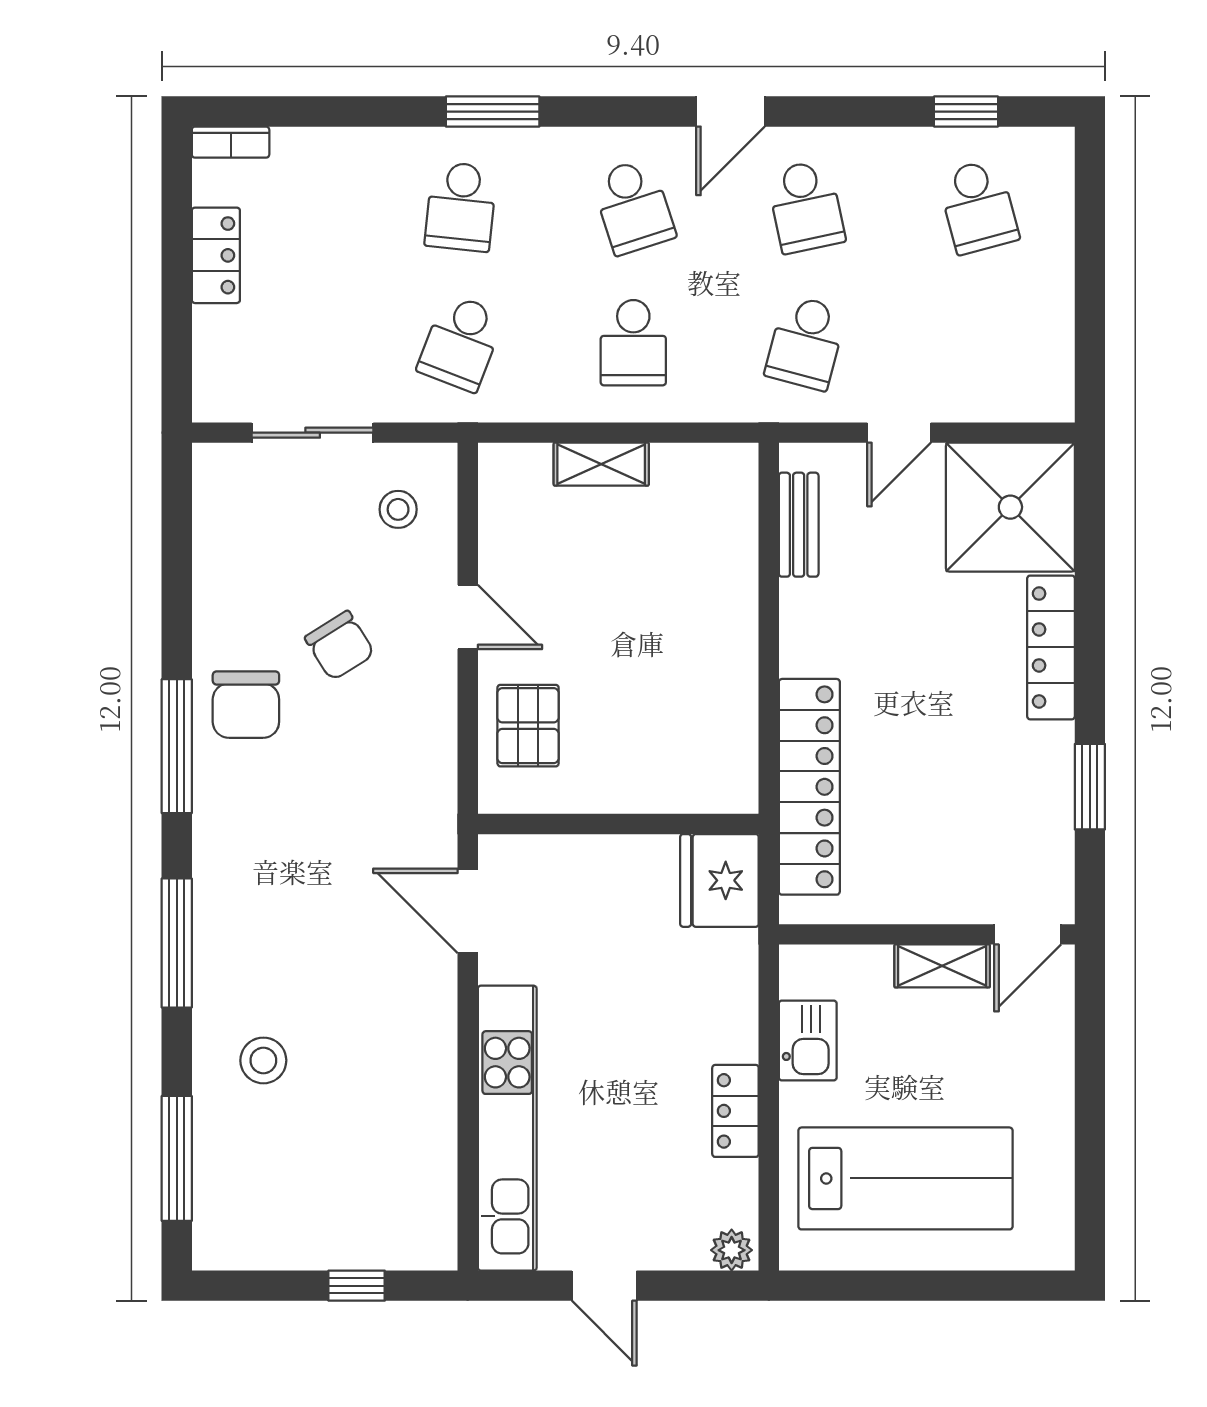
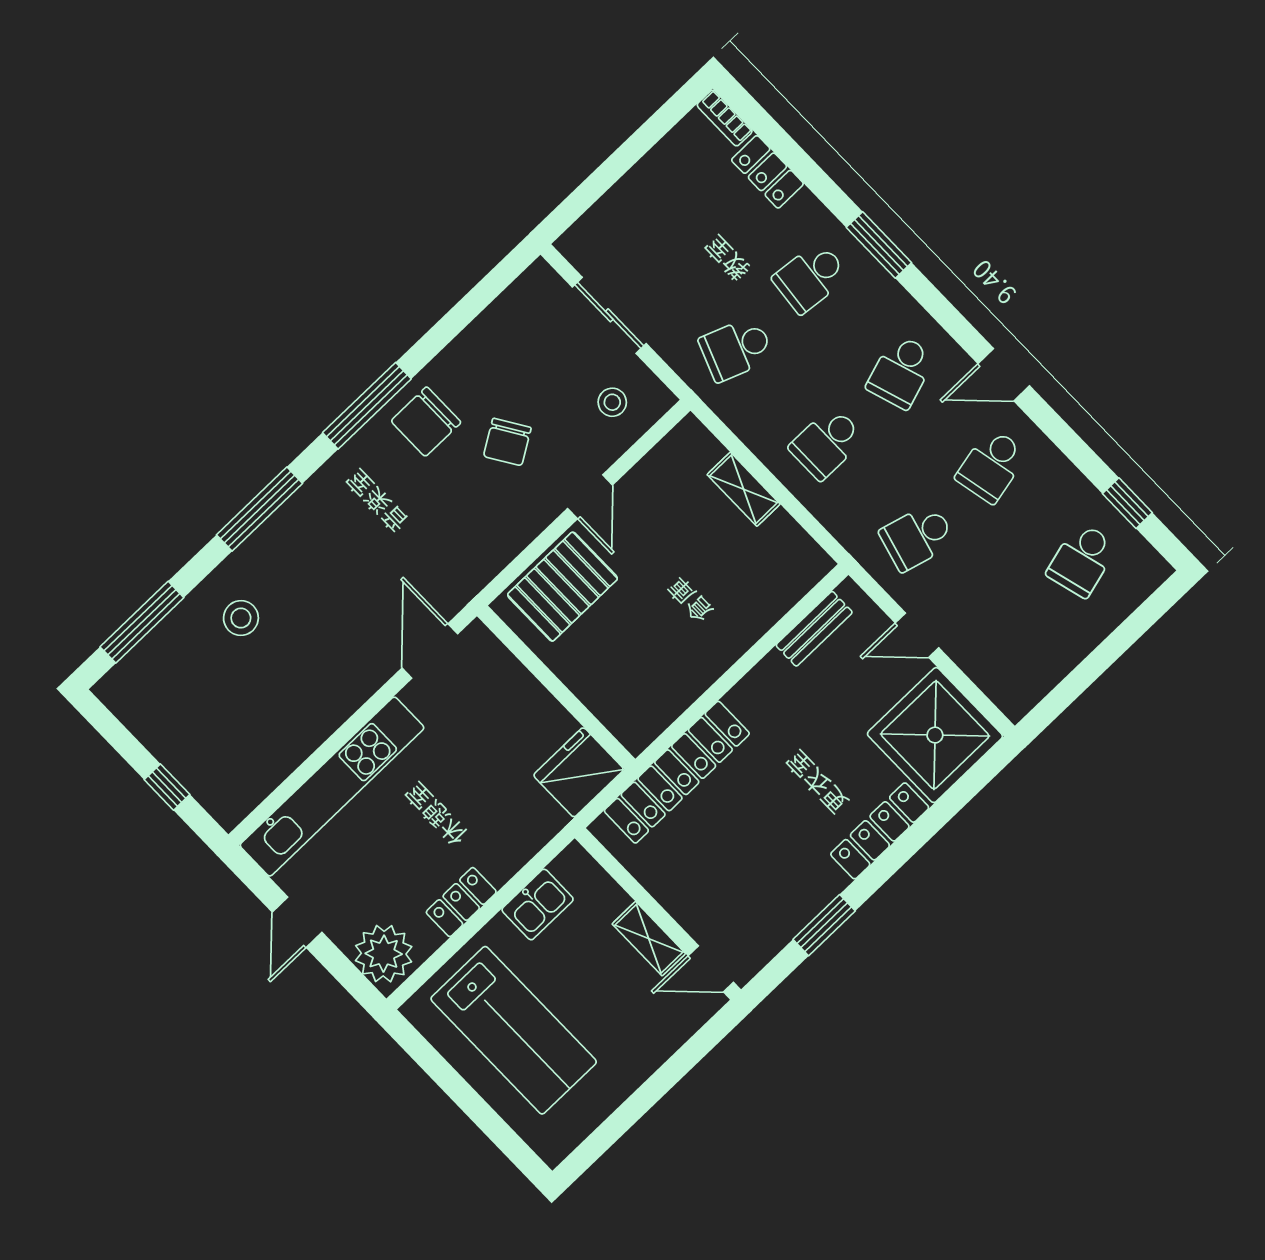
locker: (216, 255) -> (767, 172), moved, turned 90
pallet: (528, 726) -> (563, 587), width x1.50, depth x1.42
plant: (732, 1250) -> (384, 954), width x1.88, depth x1.88

